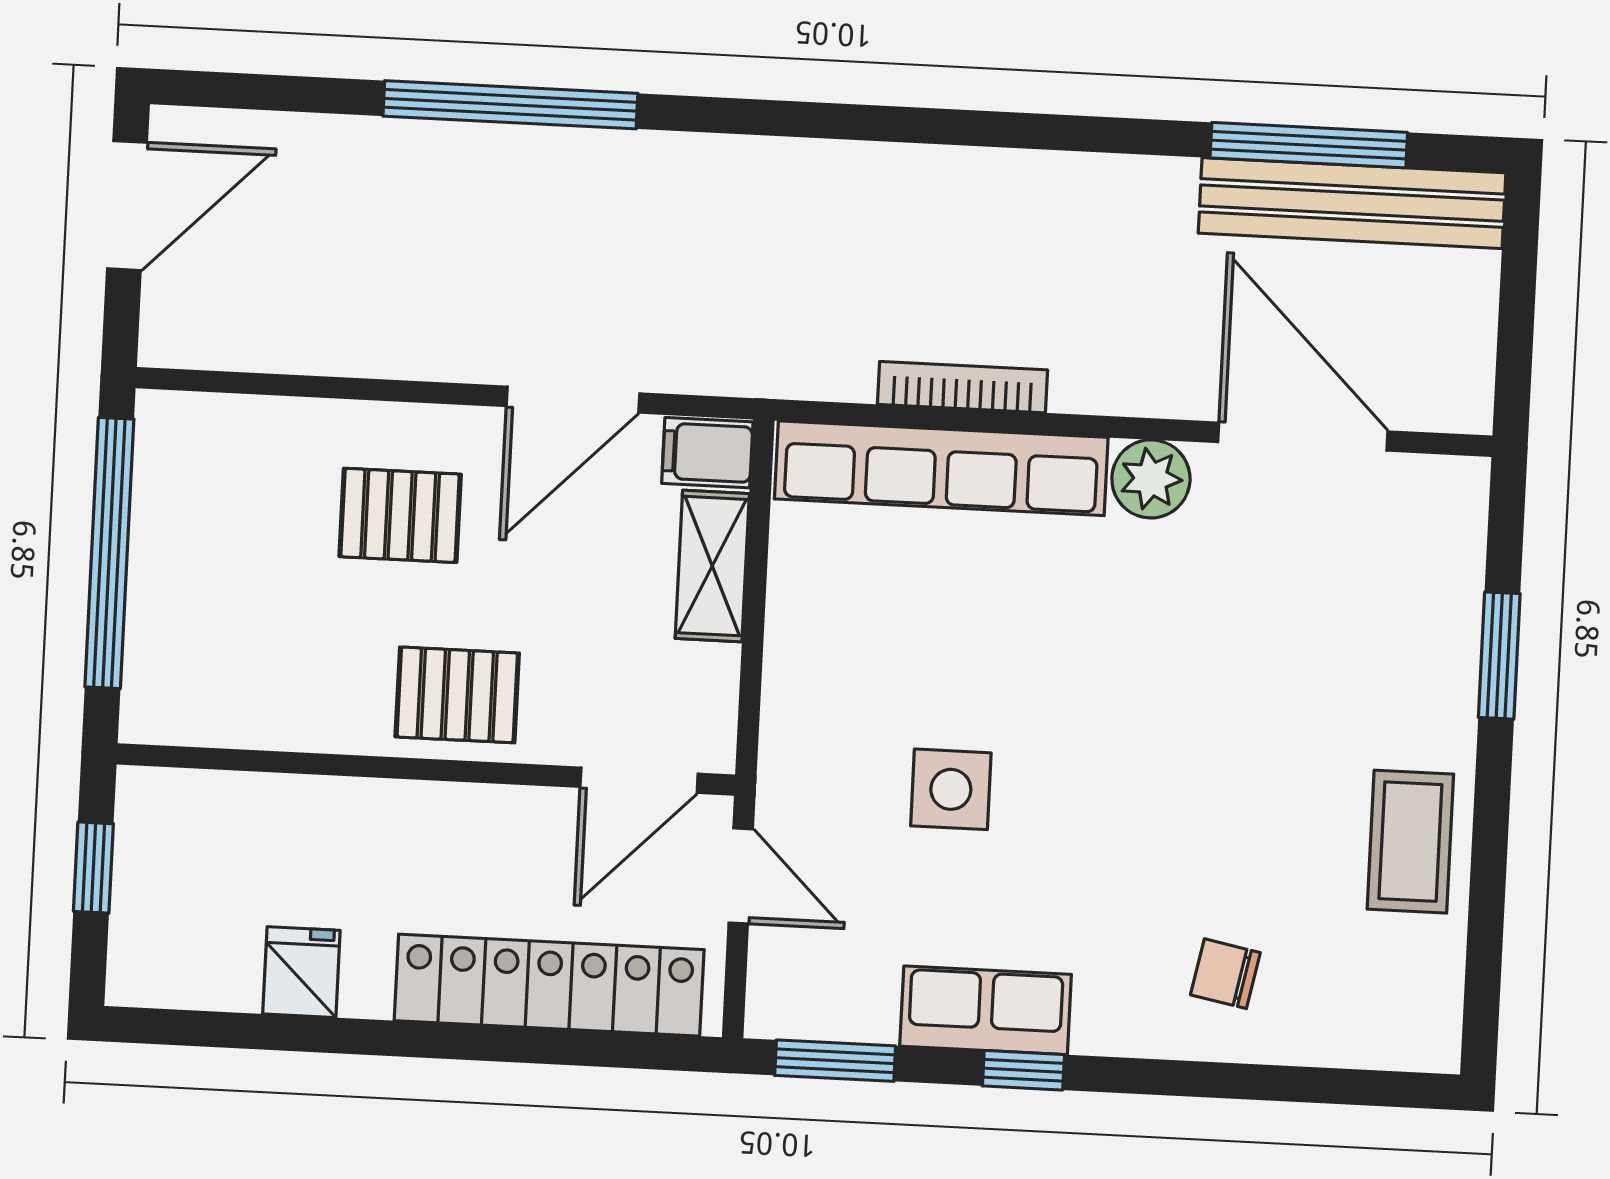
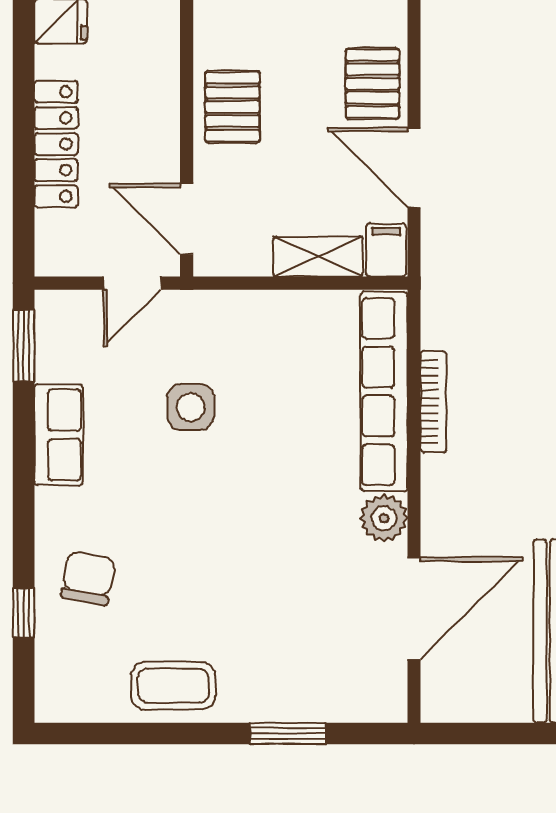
pallet: (400, 515) -> (373, 84), moved
chair: (1225, 974) -> (88, 578), width x1.37, depth x1.37
locker: (549, 985) -> (56, 144), width x0.71, depth x0.83
window: (1023, 1070) -> (24, 613), moved

